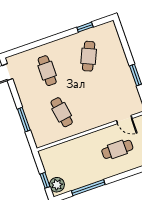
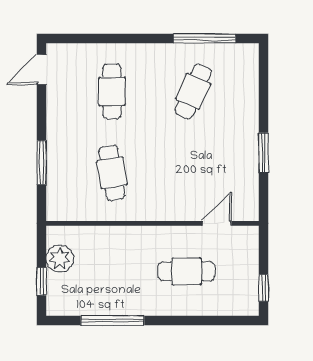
window: (85, 27) -> (204, 38), width x2.17
door: (124, 119) -> (217, 223), swing flipped
plant: (57, 185) -> (60, 259), moved

